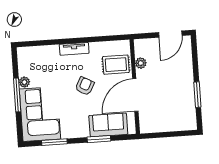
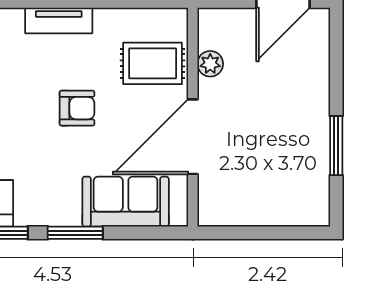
armchair: (85, 86) -> (77, 108), turned 62
window: (99, 139) -> (75, 233), moved

